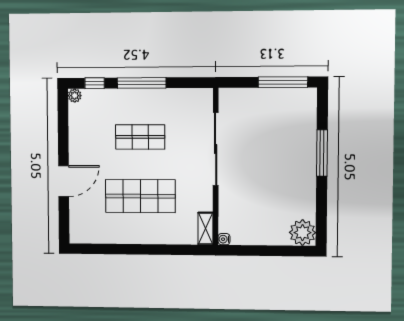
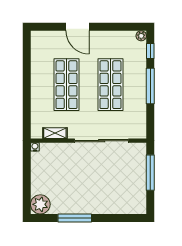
window: (283, 82) -> (150, 173), moved
shop shelf: (140, 137) -> (110, 85), width x1.43, depth x1.36
window: (322, 153) -> (75, 218), moved
shelving: (206, 228) -> (55, 133), moved

